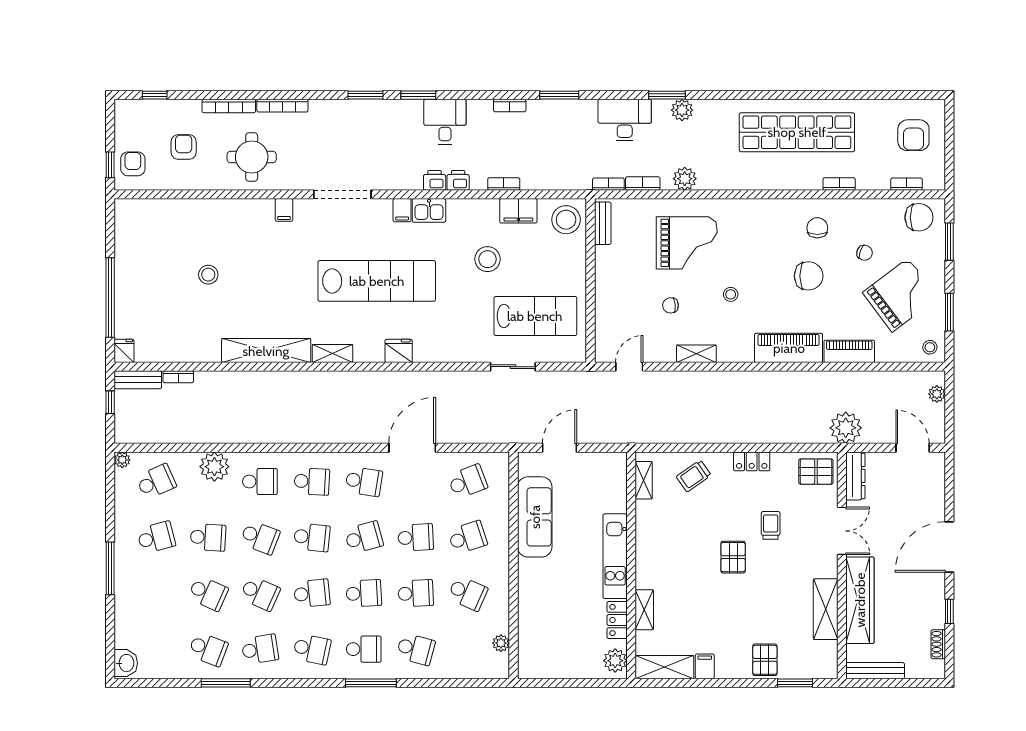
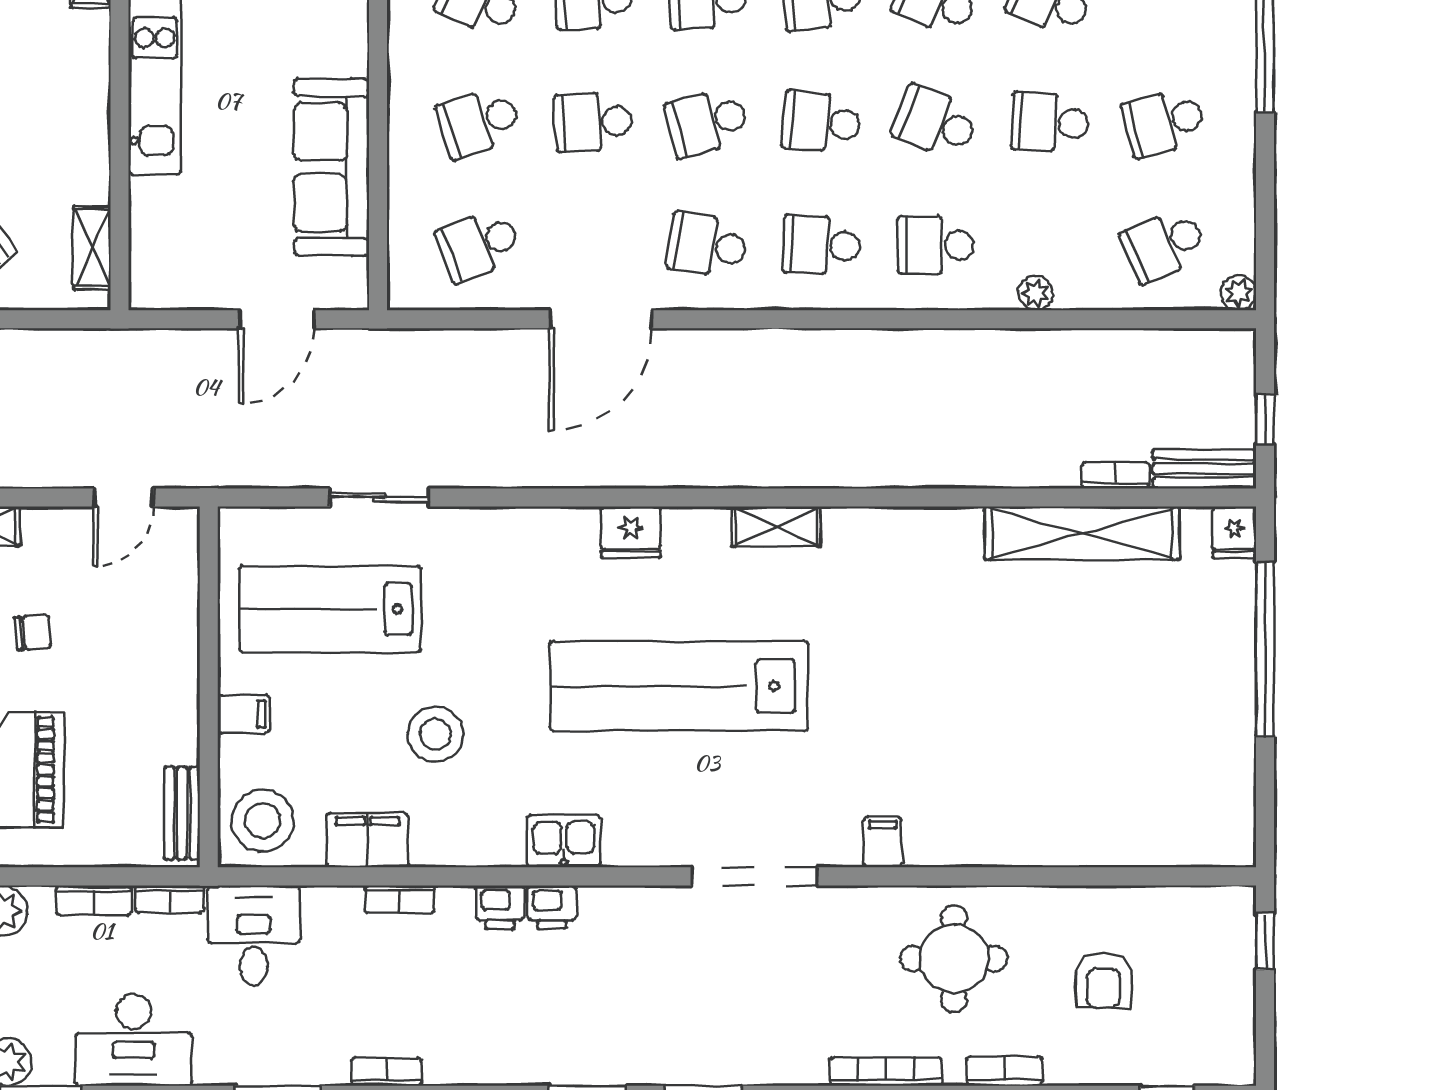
bookcase: (229, 106) -> (1004, 1071), width x0.64
desk: (445, 122) -> (254, 935), moved, turned 180
armchair: (133, 164) -> (1215, 944), removed
filing cabinet: (402, 210) -> (243, 714), moved, turned 90
stool: (208, 275) -> (1049, 700), removed
shelving: (266, 351) -> (1082, 533), moved
plant: (214, 467) -> (1036, 293), width x0.53, depth x0.53

